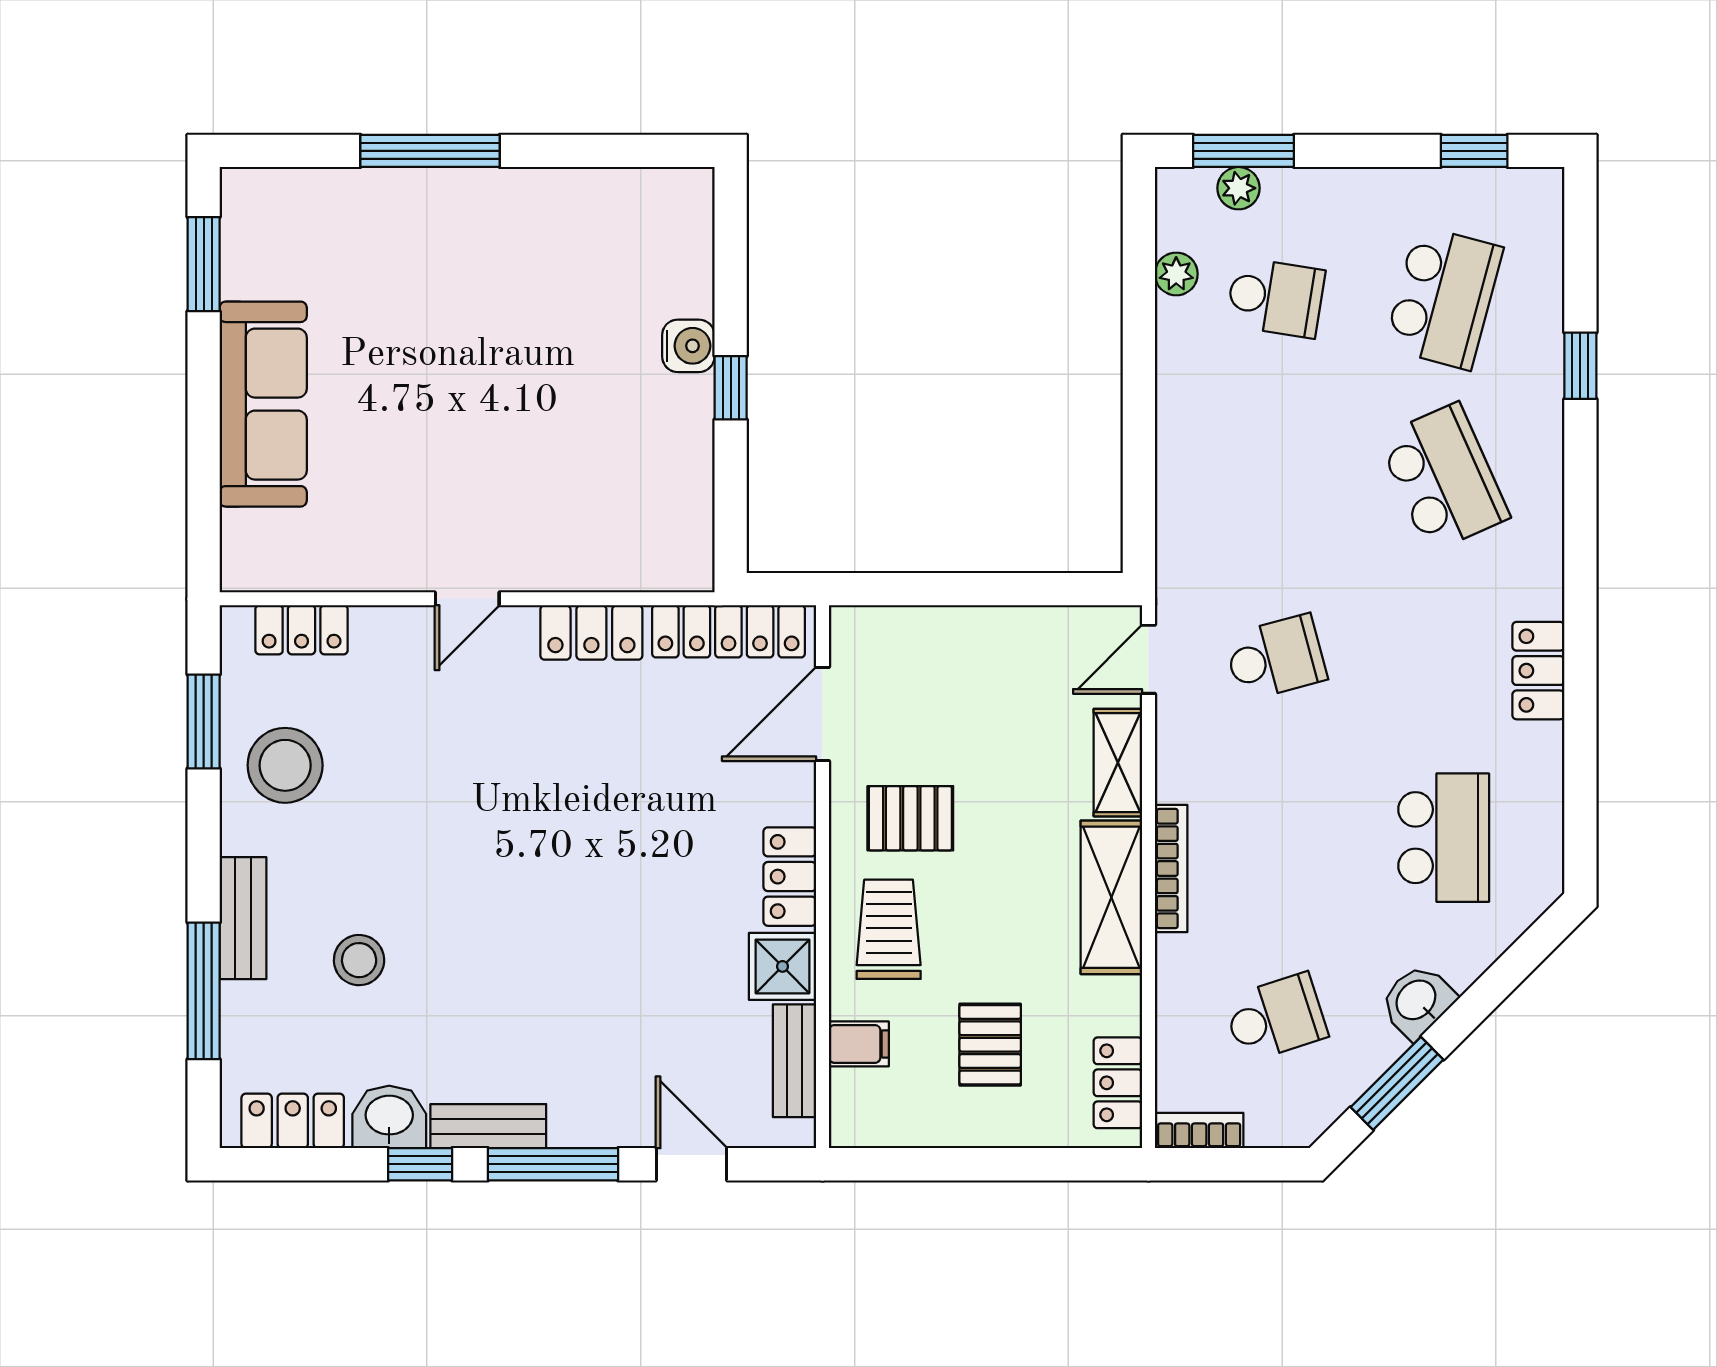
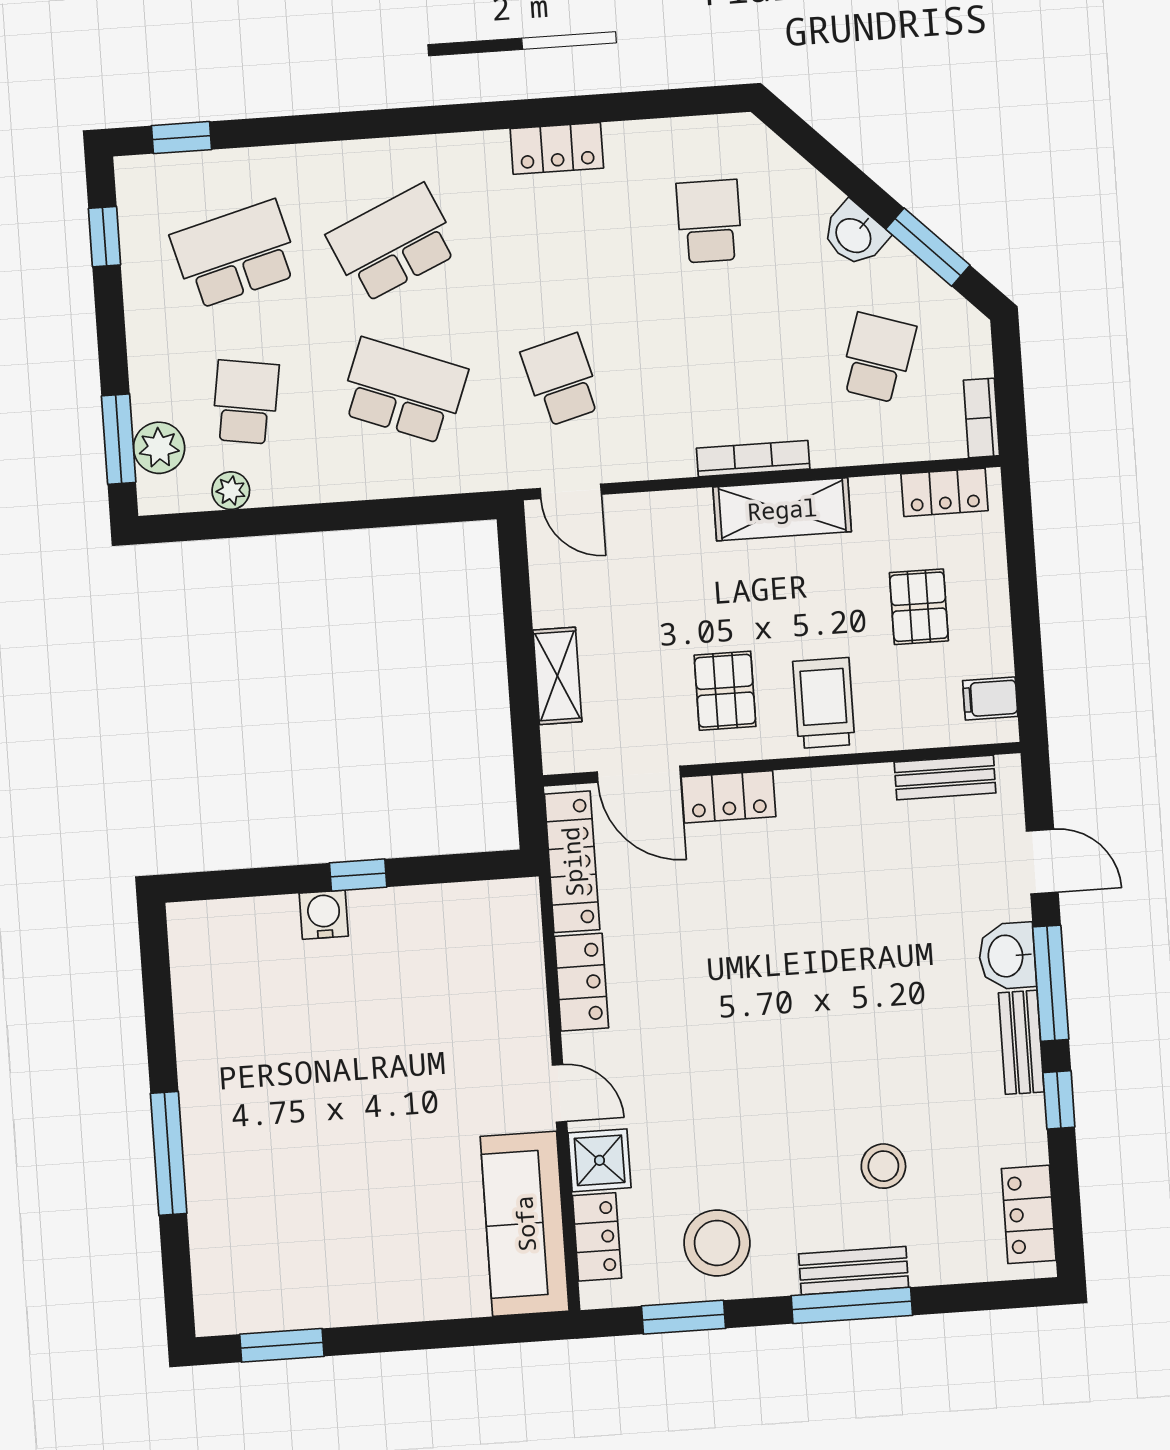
plant: (1238, 188) -> (159, 448), width x1.38, depth x1.38
school desk: (1444, 298) -> (235, 254), turned -30
window: (1580, 366) -> (182, 138), moved
sofa: (263, 404) -> (525, 1224), moved, turned -90
school desk: (1276, 478) -> (404, 391), added
shelving: (1118, 763) -> (557, 676), moved, turned 90
school desk: (1444, 838) -> (709, 221), width x0.54
locker: (790, 877) -> (729, 797), moved
trolley: (889, 929) -> (824, 703), turned 90
shower: (783, 966) -> (600, 1160), moved
window: (204, 991) -> (852, 1305), moved
school desk: (1276, 1018) -> (878, 358), turned 36
filing cabinet: (859, 1044) -> (990, 698), moved, turned -90
pallet: (990, 1045) -> (919, 607), turned 90
washbasin: (389, 1117) -> (1007, 956), moved
door: (692, 1164) -> (1042, 862), swing flipped

